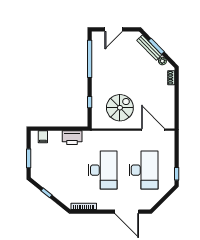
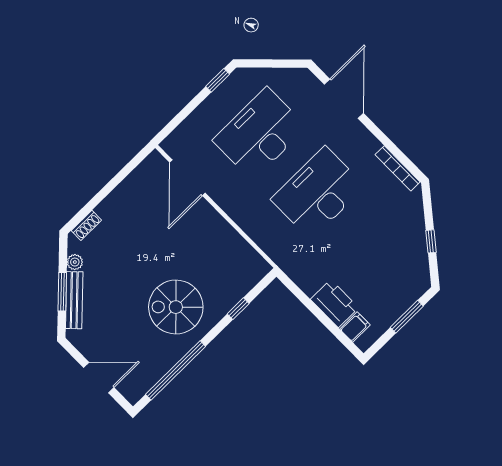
spiral stairs: (120, 108) -> (176, 307), moved
printer: (72, 138) -> (335, 304), moved

